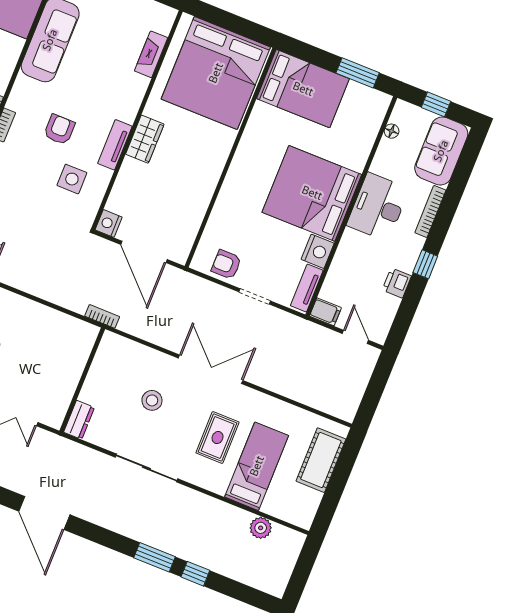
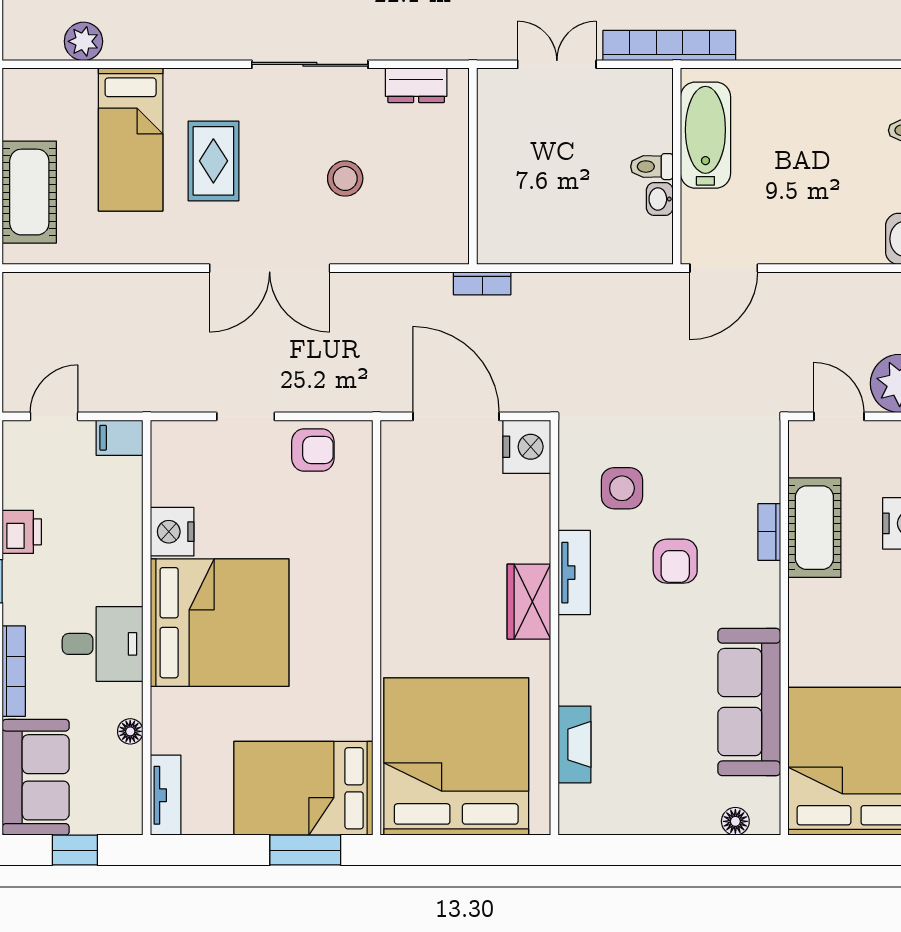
window: (358, 73) -> (305, 850), moved
floor lamp: (392, 131) -> (130, 731), moved
desk: (378, 207) -> (103, 644), width x0.73
nightstand: (109, 223) -> (527, 447), width x1.36, depth x1.33
tv unit: (307, 288) -> (166, 795), moved
door: (355, 337) -> (54, 416), swing flipped
dresser: (79, 420) -> (416, 85), moved, turned -90

